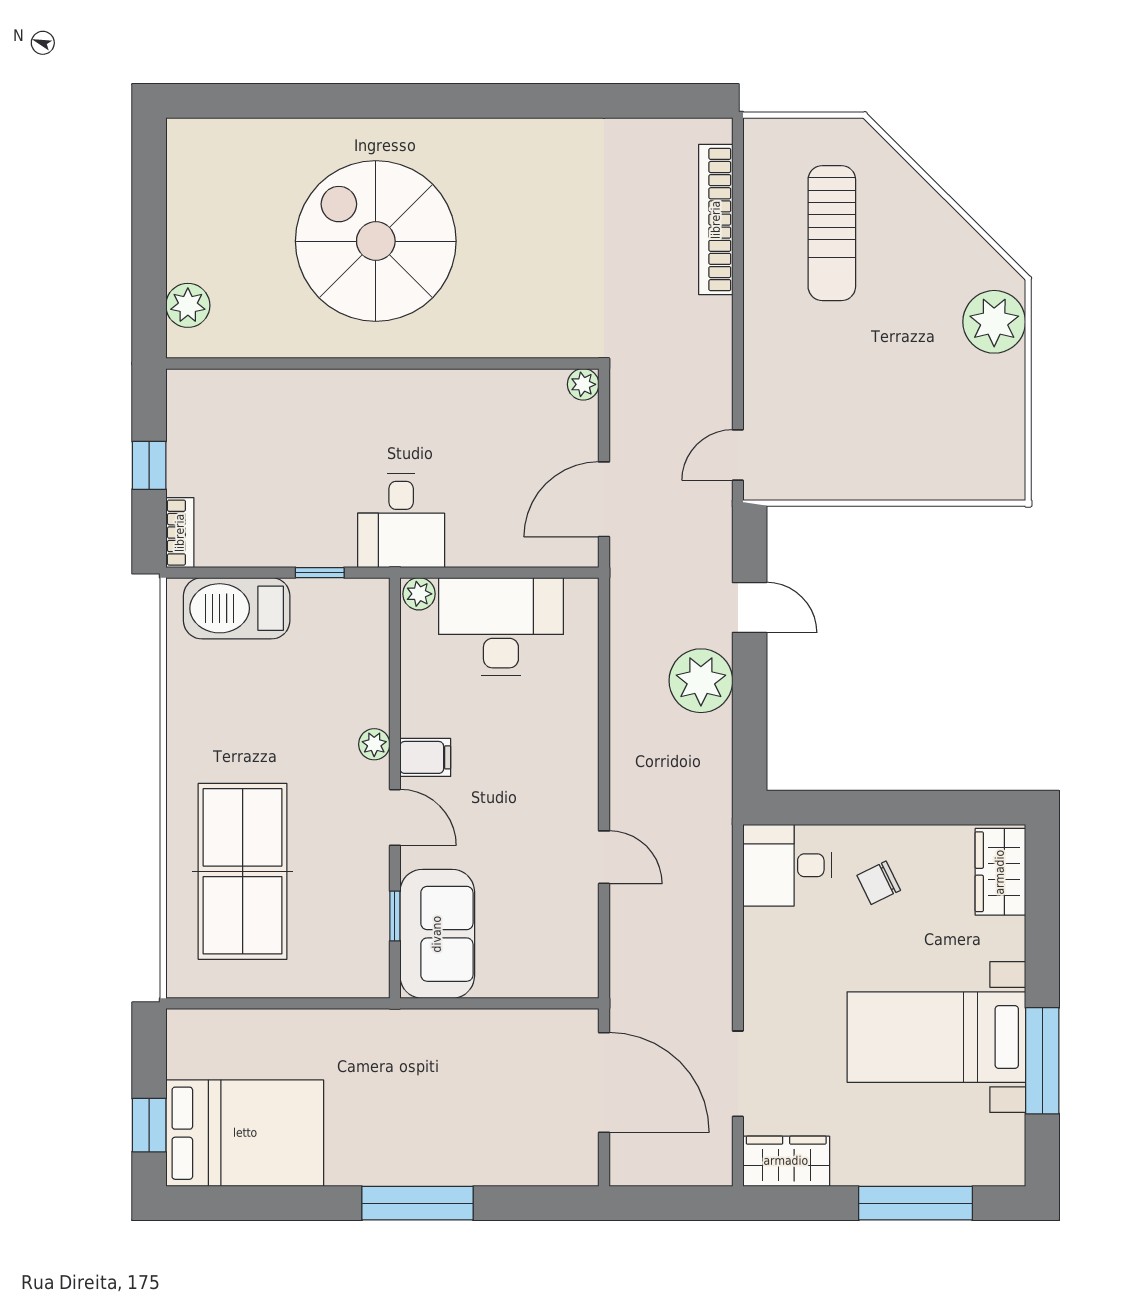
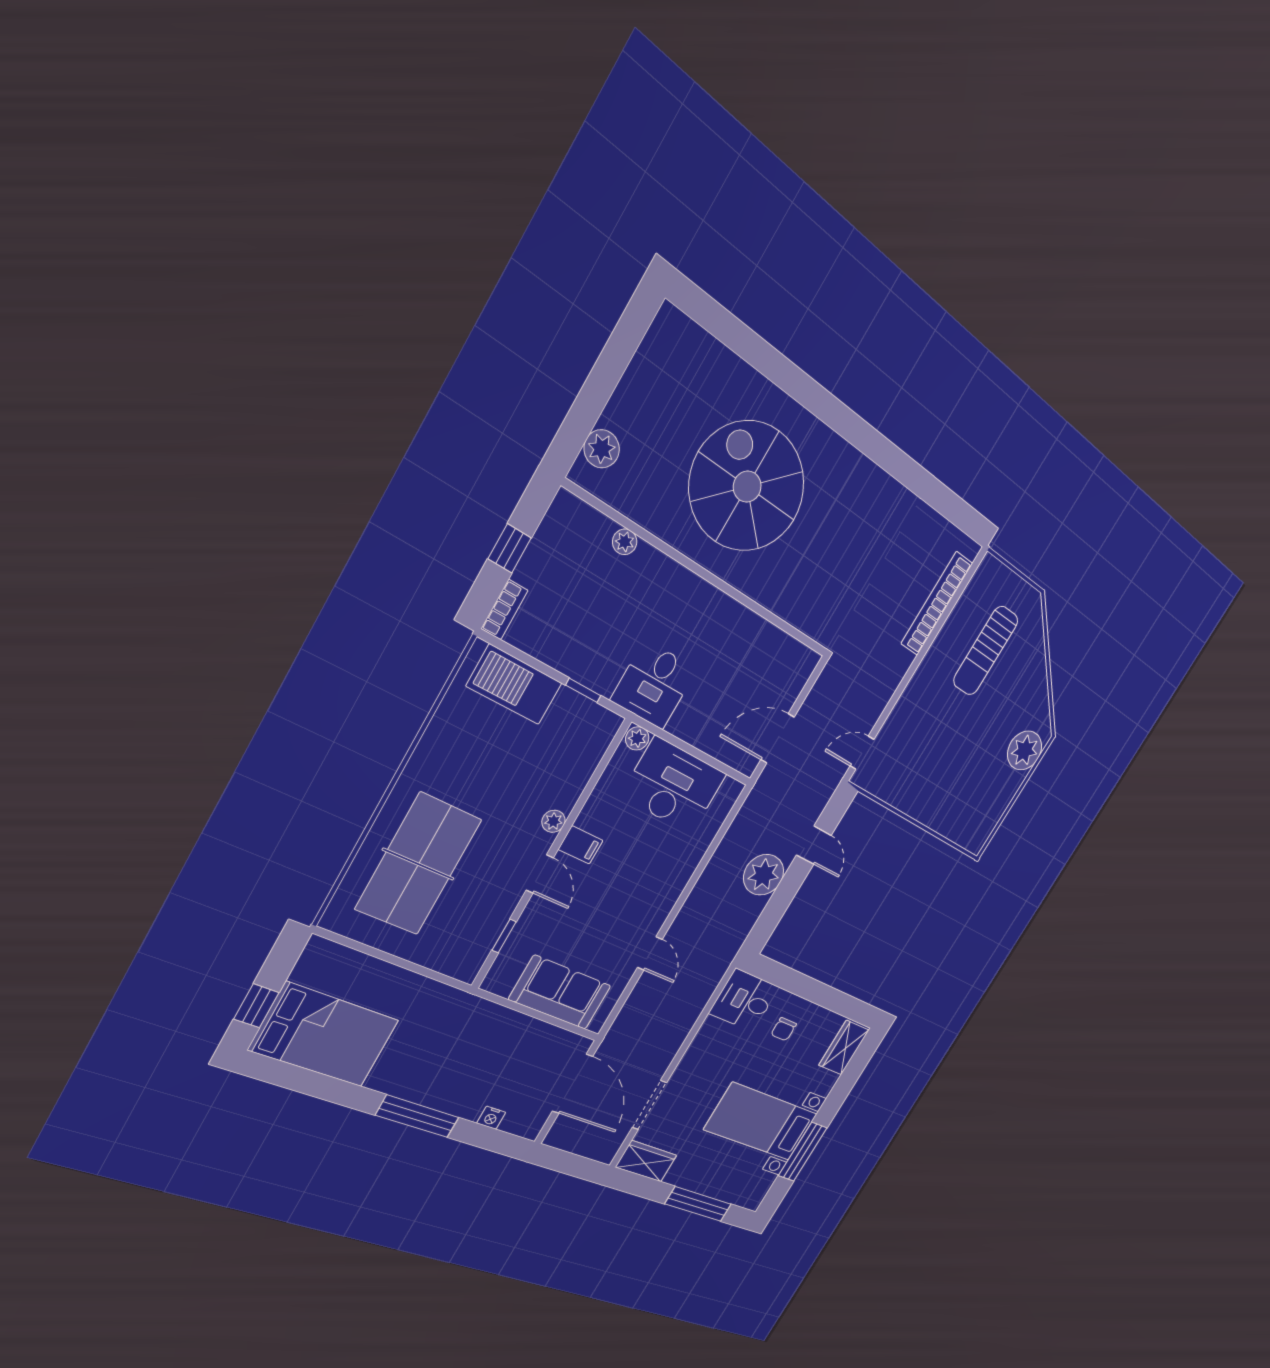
plant: (583, 384) -> (625, 542), moved
chair: (879, 883) -> (784, 1029), turned -64
sofa: (437, 934) -> (560, 993), moved, turned -90
nightstand: (518, 1172) -> (491, 1118), added

